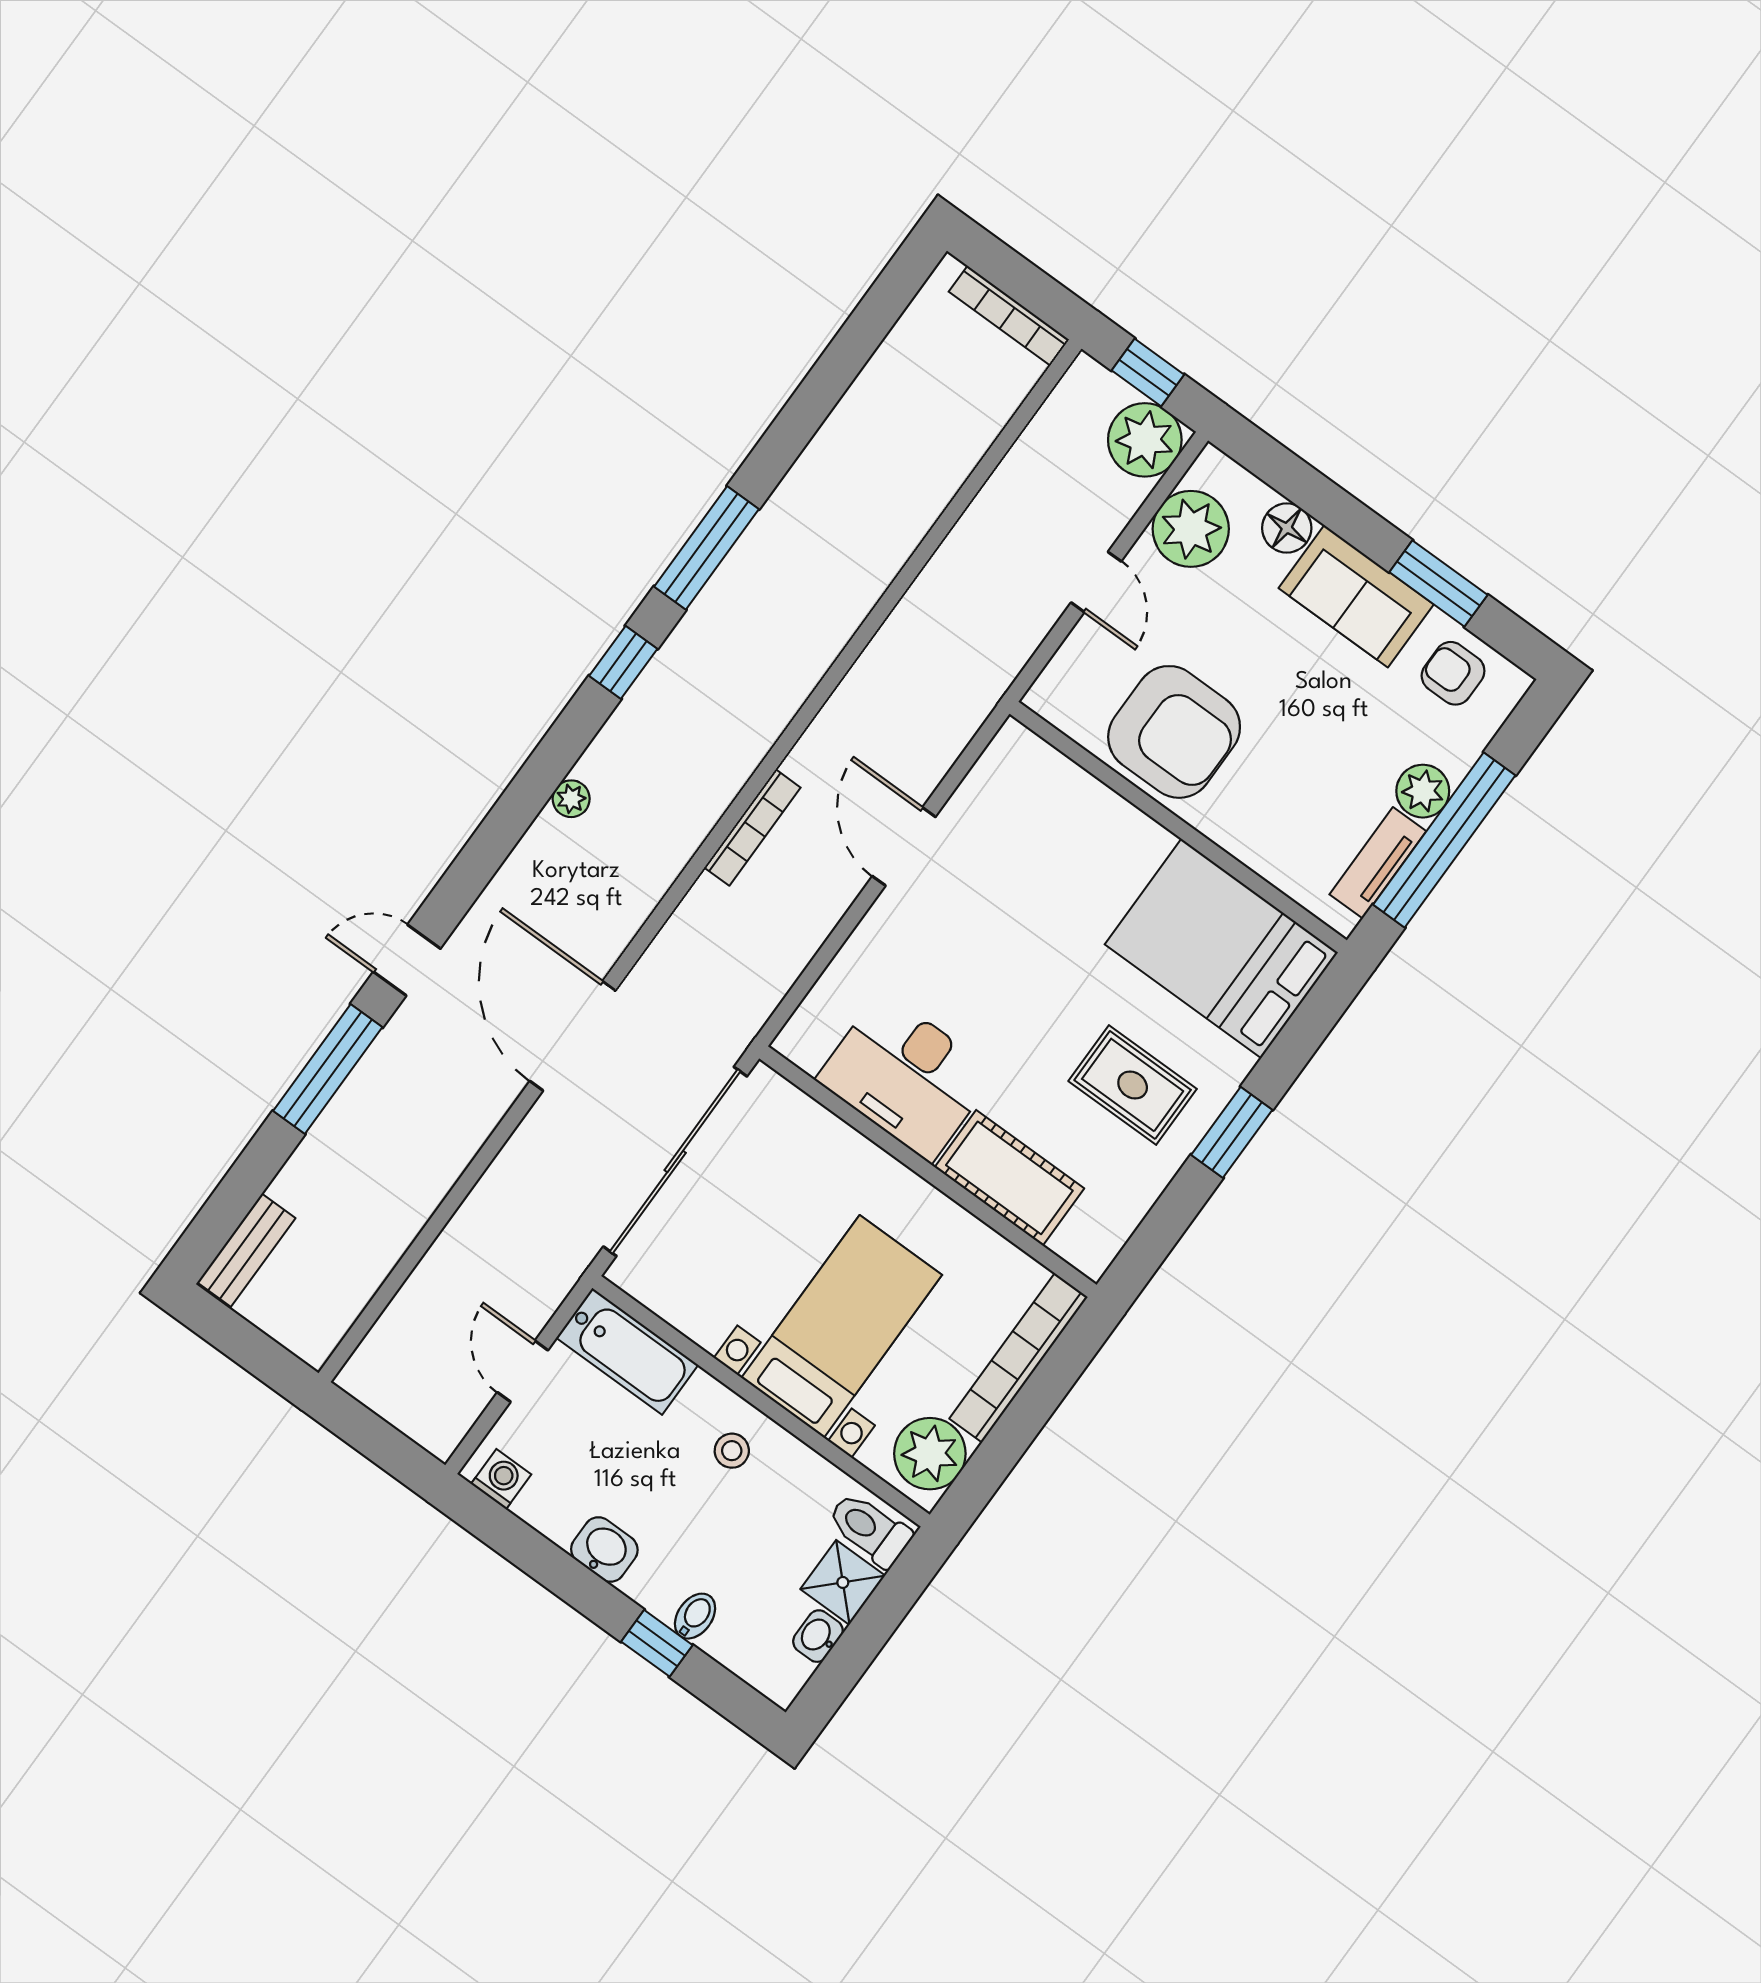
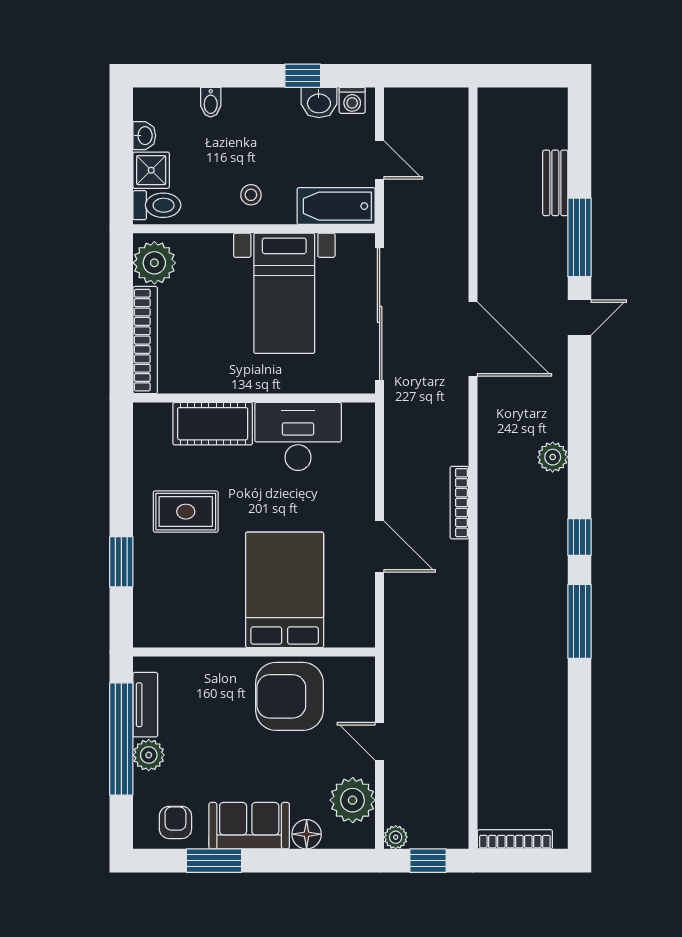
plant: (1145, 440) -> (396, 837), width x0.53, depth x0.53
armchair: (1453, 673) -> (175, 822), turned -90
plant: (571, 799) -> (553, 457), width x1.38, depth x1.38
bed: (1221, 948) -> (285, 590), moved, turned -90
window: (1232, 1132) -> (121, 562), moved
bench: (246, 1250) -> (555, 183), moved
bed with nightstands: (842, 1326) -> (284, 293), moved
washbasin: (604, 1550) -> (319, 103), moved
window: (657, 1643) -> (303, 76), moved

